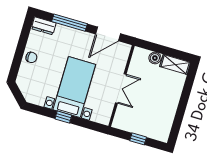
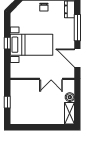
double door: (121, 89) -> (51, 79), moved

